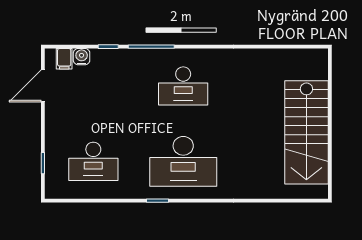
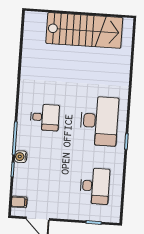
water cooler: (82, 57) -> (21, 157), moved
desk: (183, 86) -> (45, 117), width x0.73

